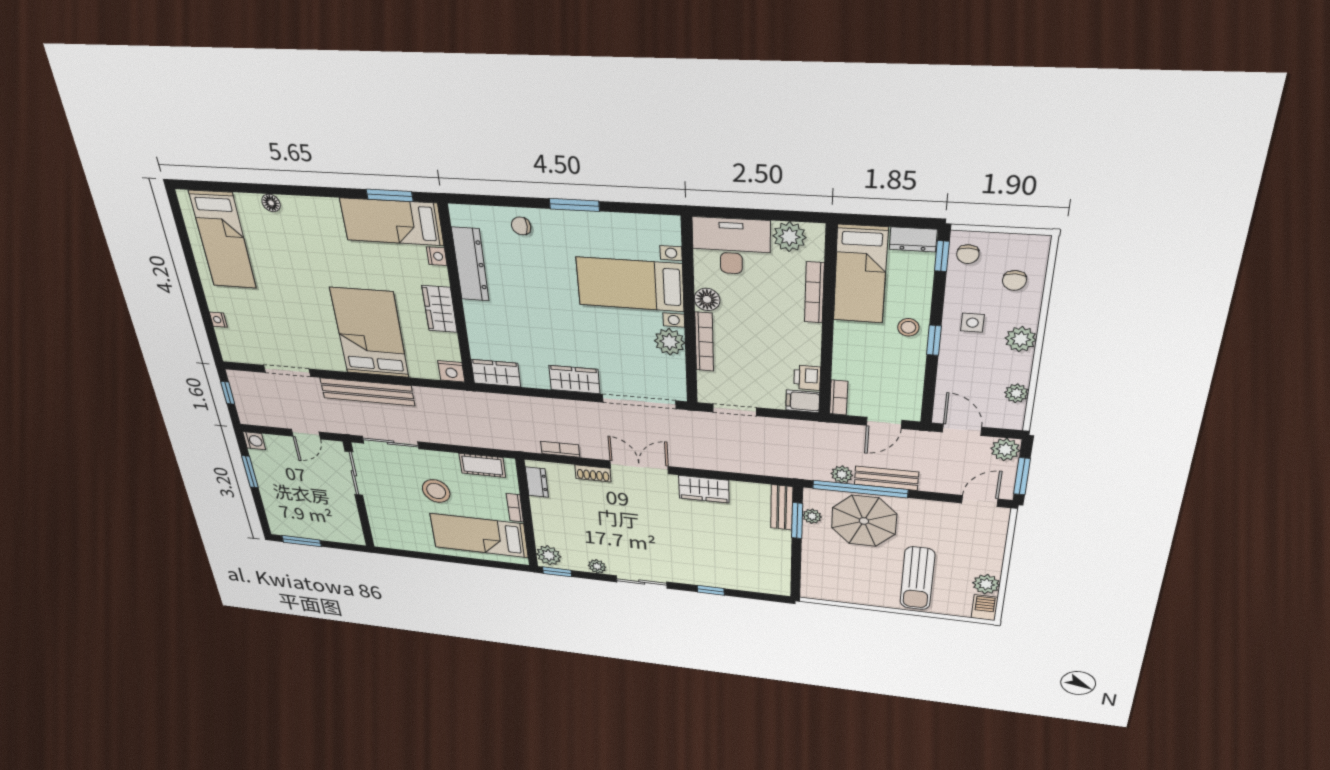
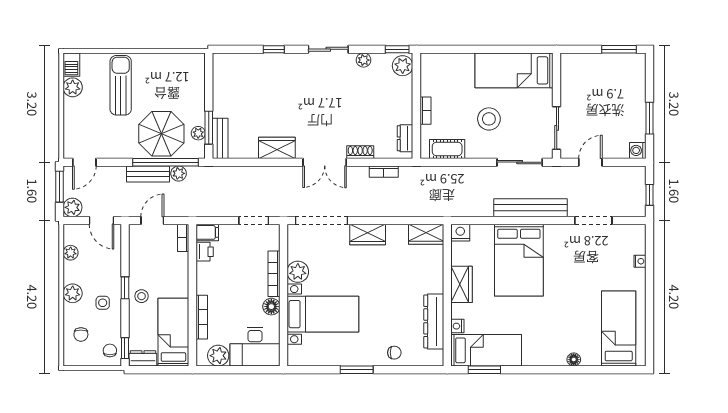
chair: (1014, 280) -> (81, 334), turned 180
bed: (479, 535) -> (514, 70), moved, turned 180

